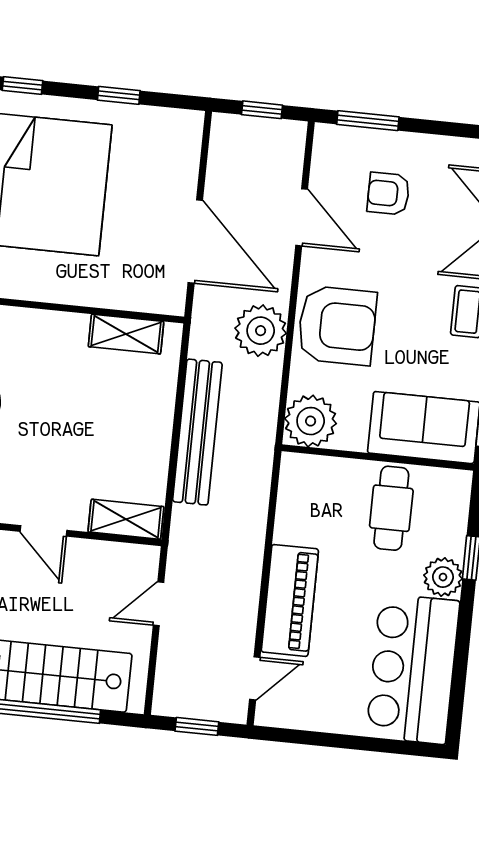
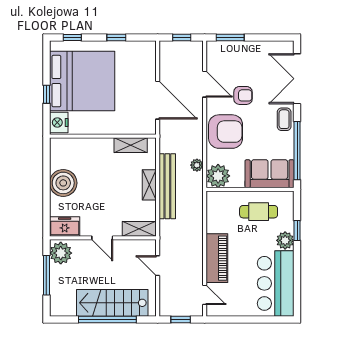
armchair: (388, 194) -> (243, 95), moved, turned 180
plant: (261, 331) -> (197, 165), moved, width x0.53, depth x0.53
shelving: (158, 425) -> (149, 185), added
cafe table: (391, 508) -> (259, 212), turned 90
door: (159, 604) -> (158, 266), hinge flipped
door: (255, 678) -> (205, 295), hinge flipped

